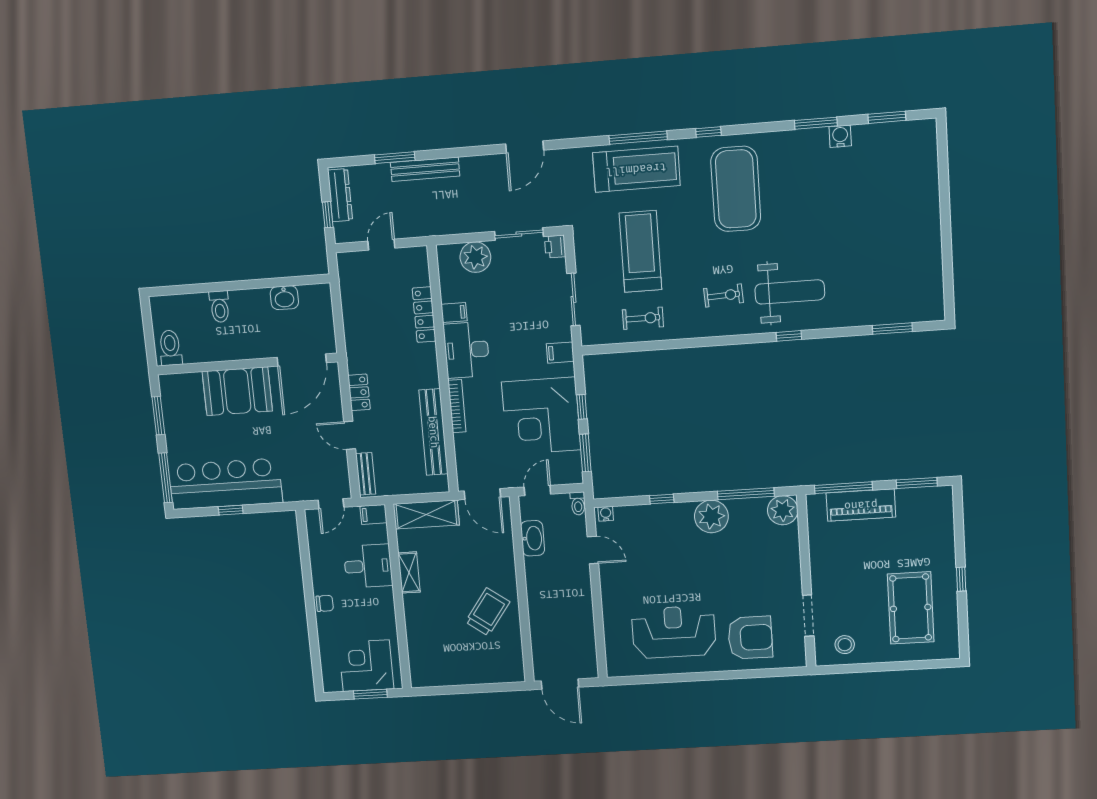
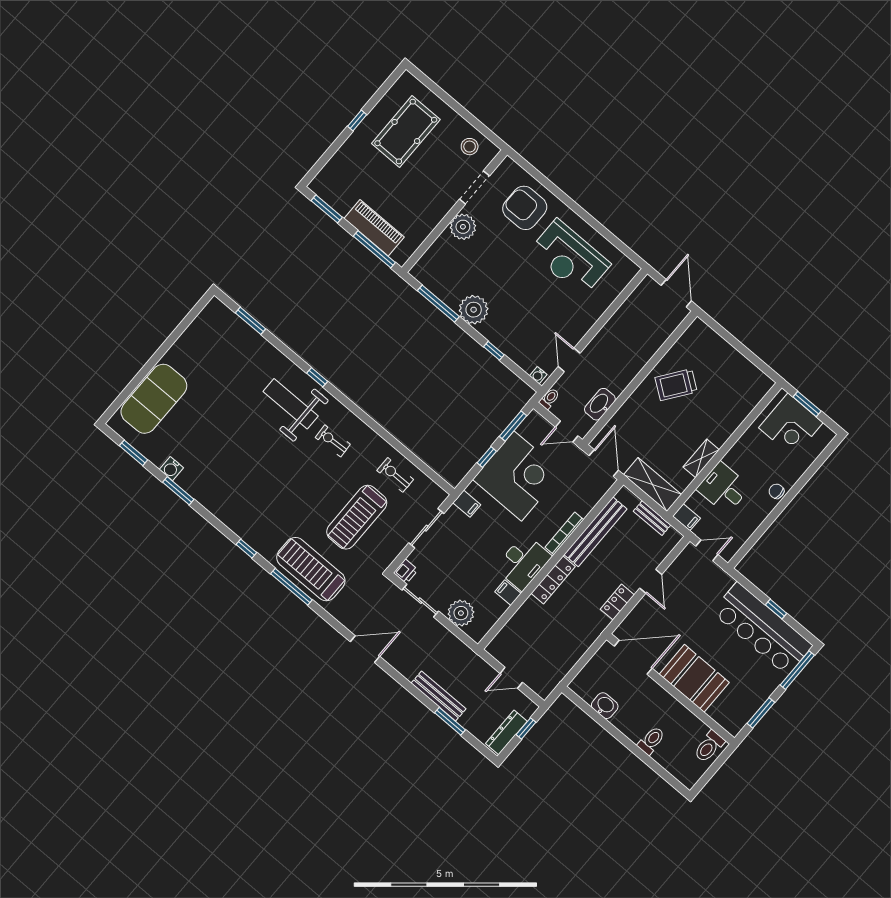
exercise mat: (736, 189) -> (154, 399), moved
locker: (424, 315) -> (553, 580), moved
bench: (366, 474) -> (652, 518), moved, turned 90
plant: (783, 510) -> (463, 227), moved

